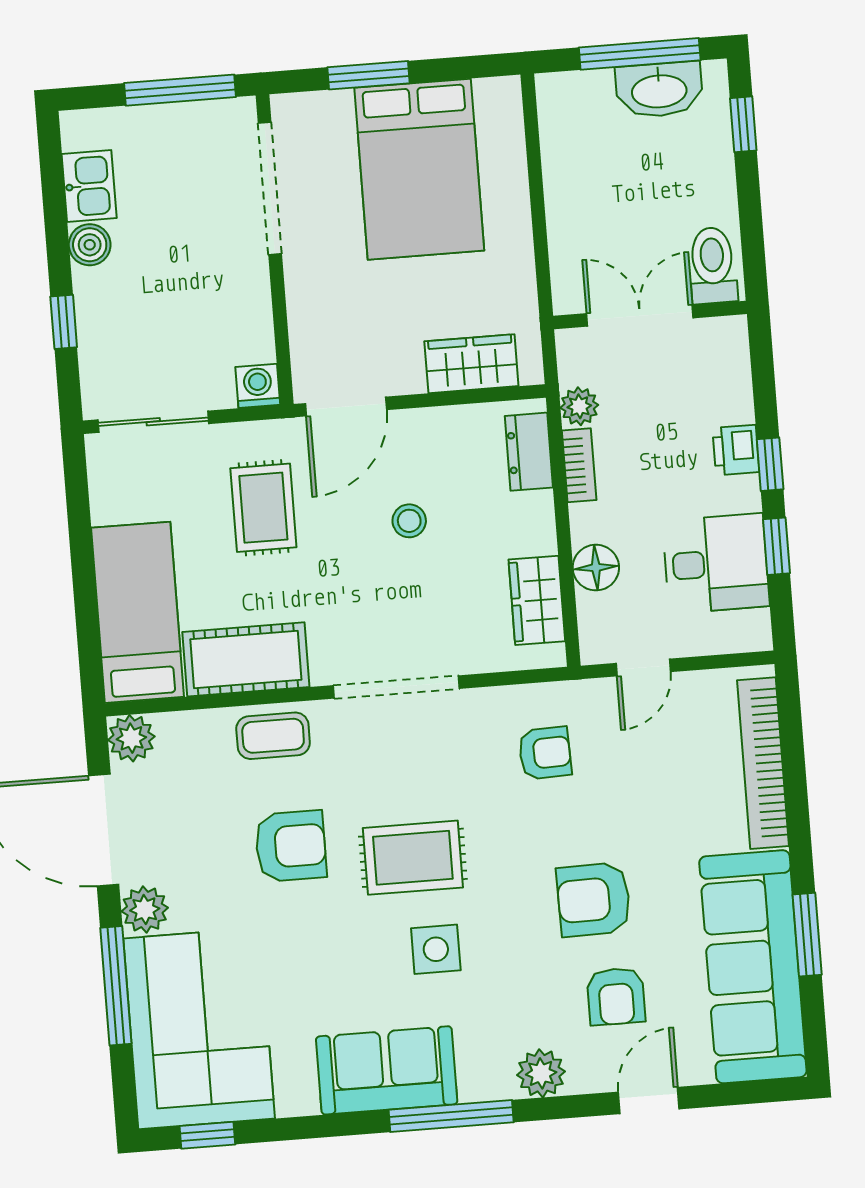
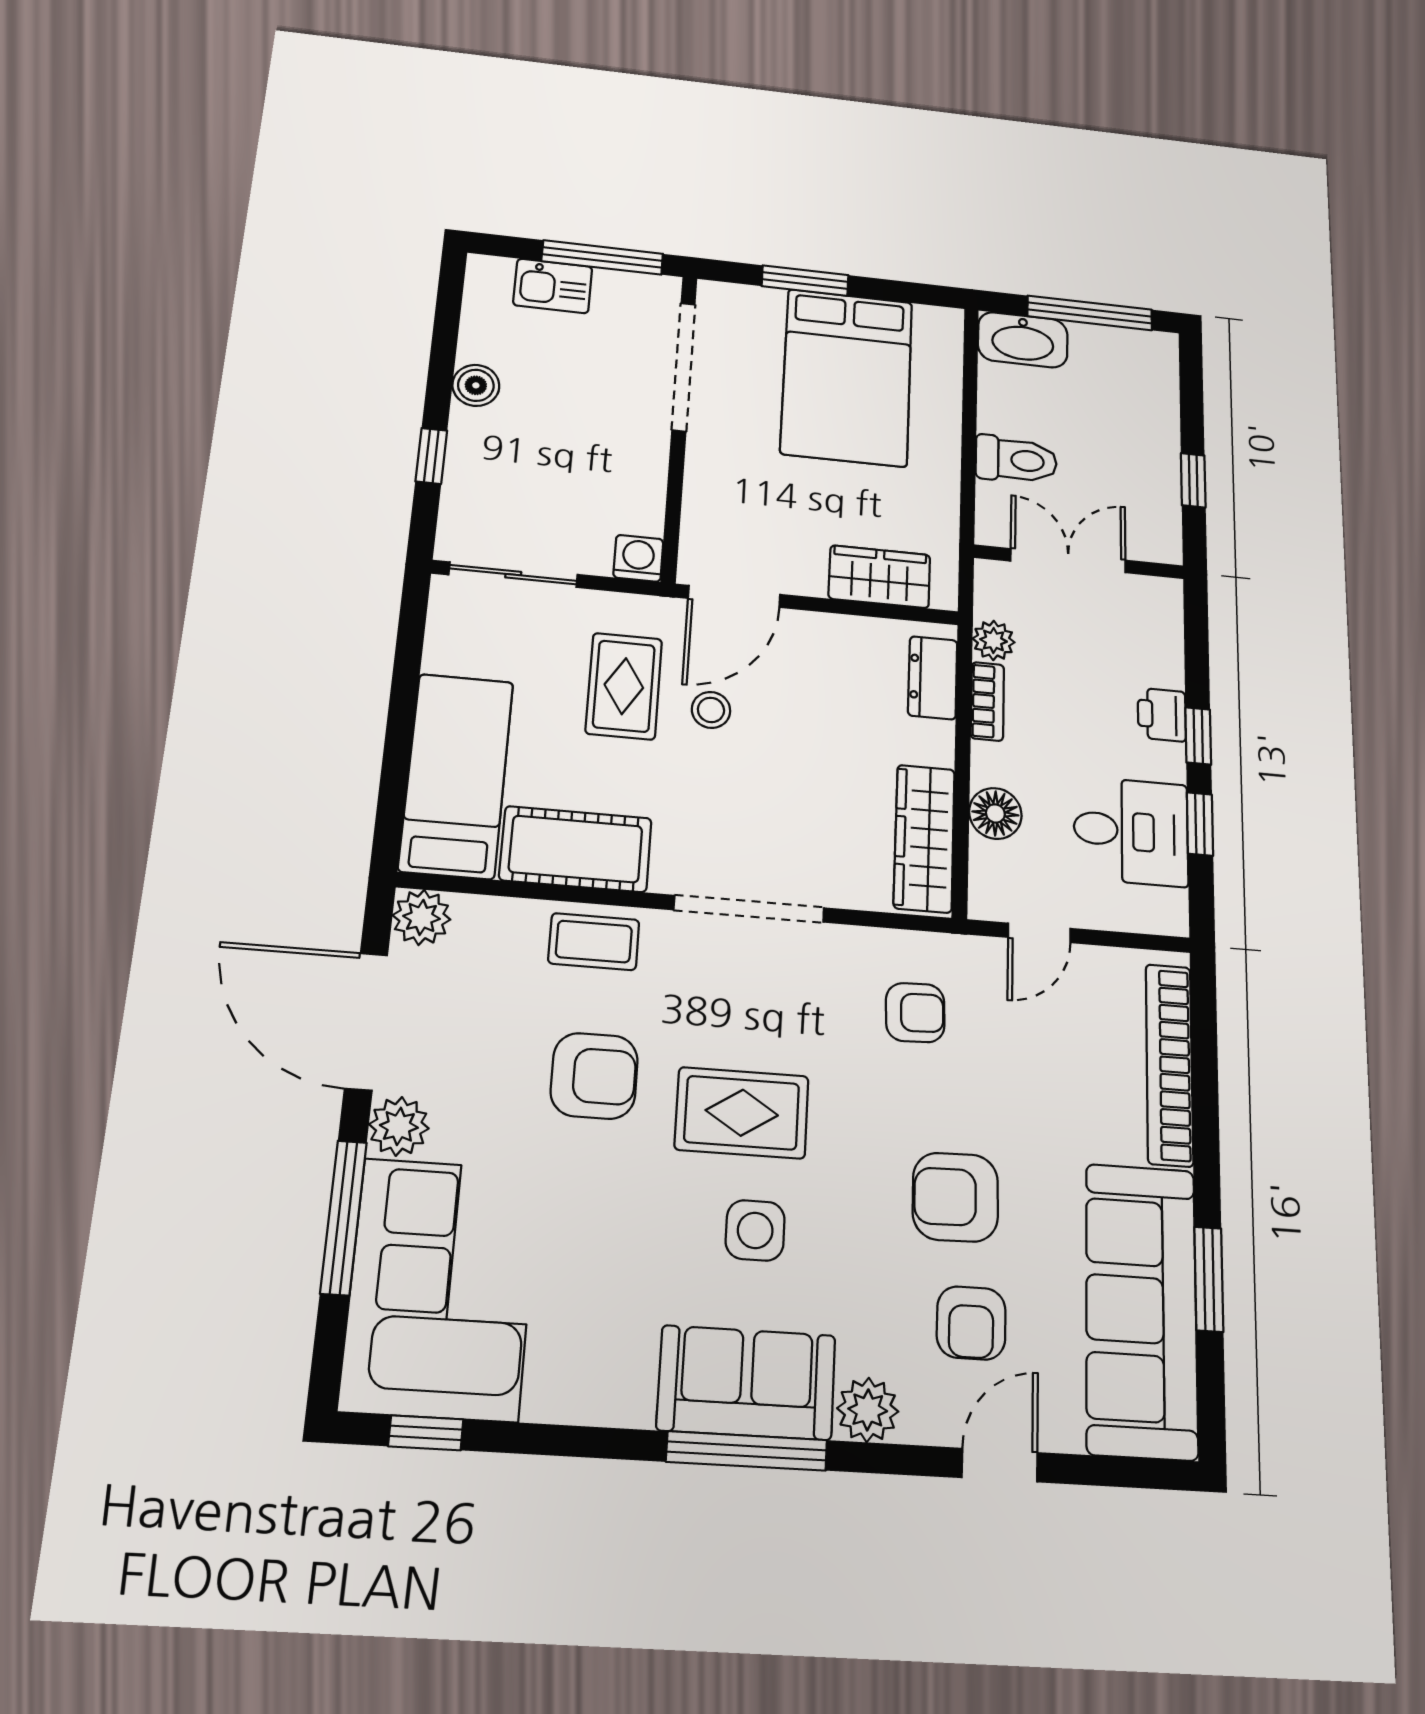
washbasin: (659, 90) -> (1023, 340), moved
window: (743, 124) -> (1193, 480), moved
kitchen sink: (89, 186) -> (553, 286), moved, turned 90
toilet: (713, 265) -> (1016, 460), moved, turned 90
stool: (409, 521) -> (711, 710), moved
wardrobe: (537, 600) -> (924, 838), width x1.50
sofa: (387, 1070) -> (746, 1383), moved

